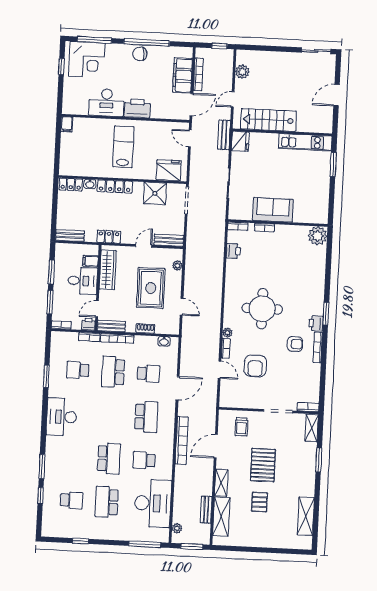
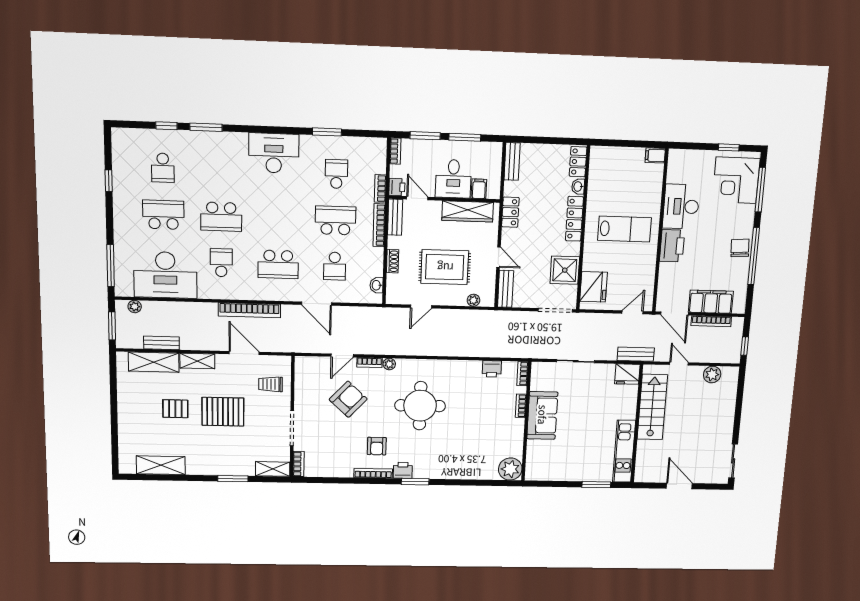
armchair: (255, 366) -> (348, 399), turned 133

